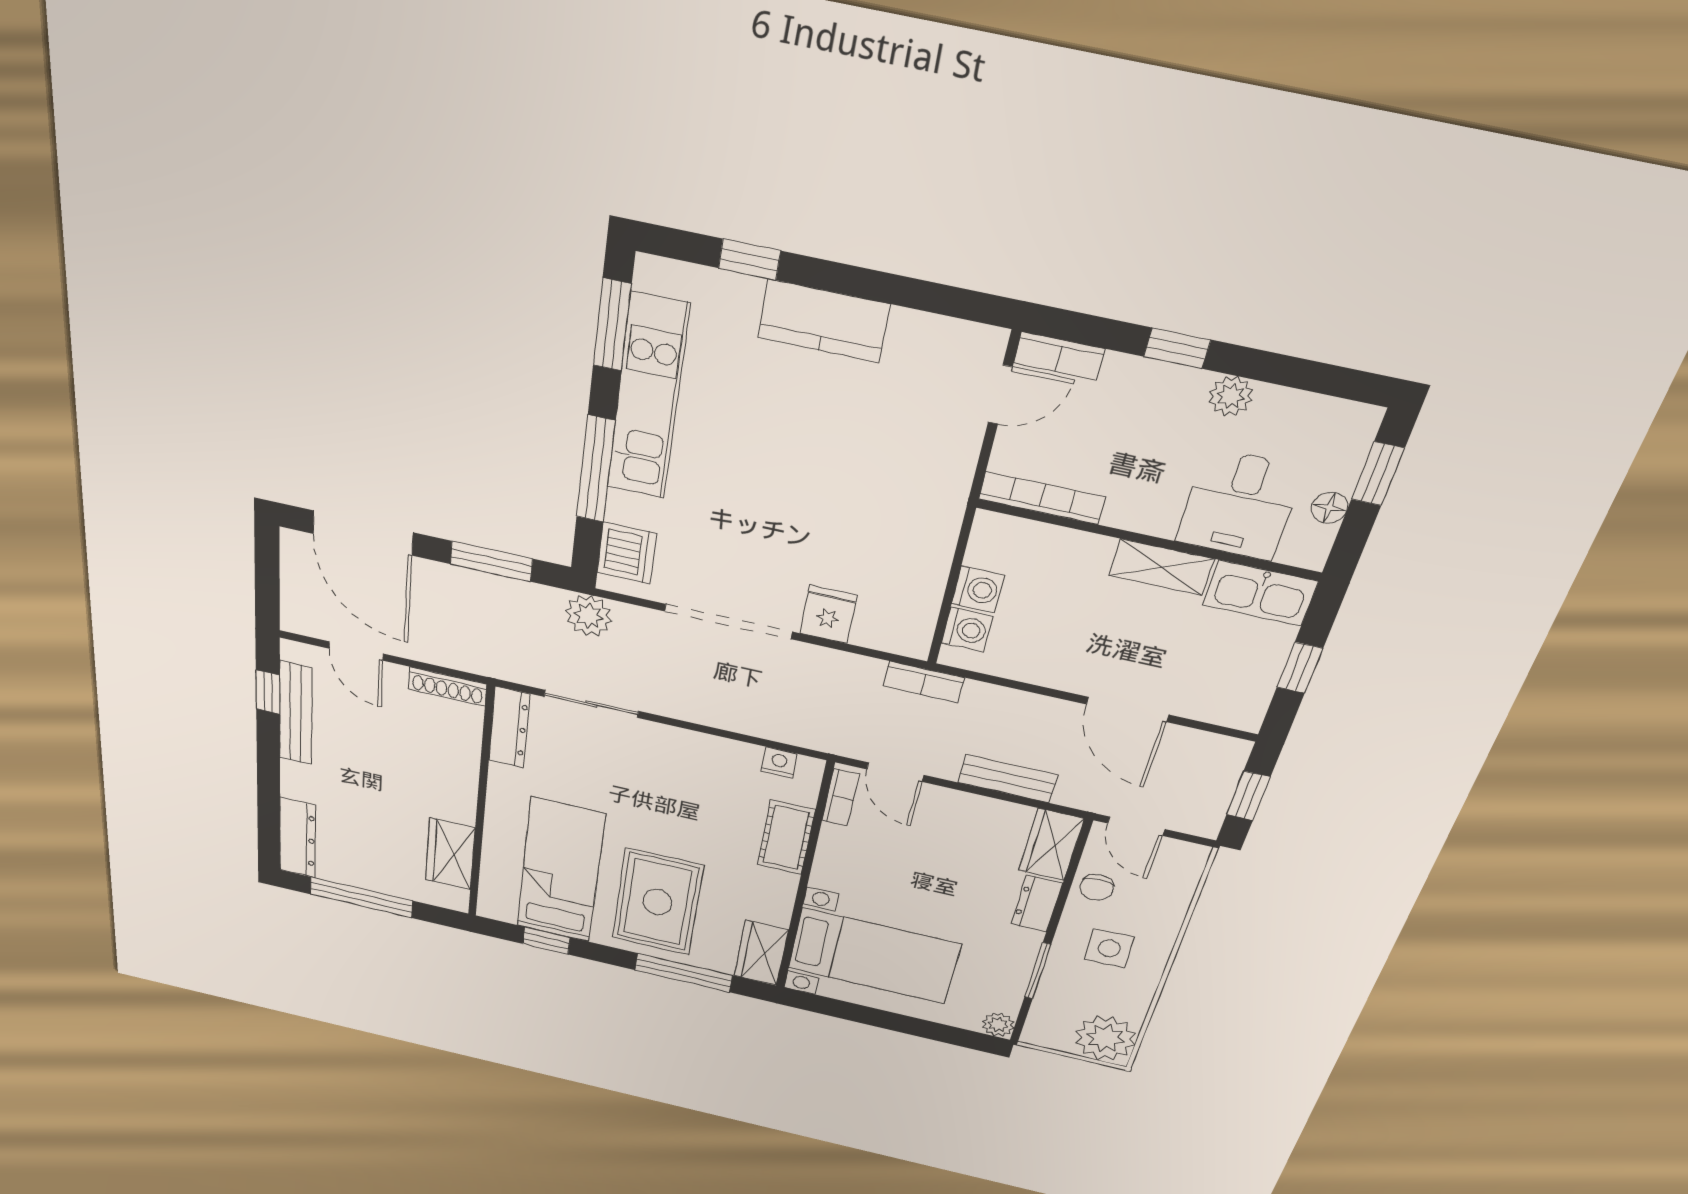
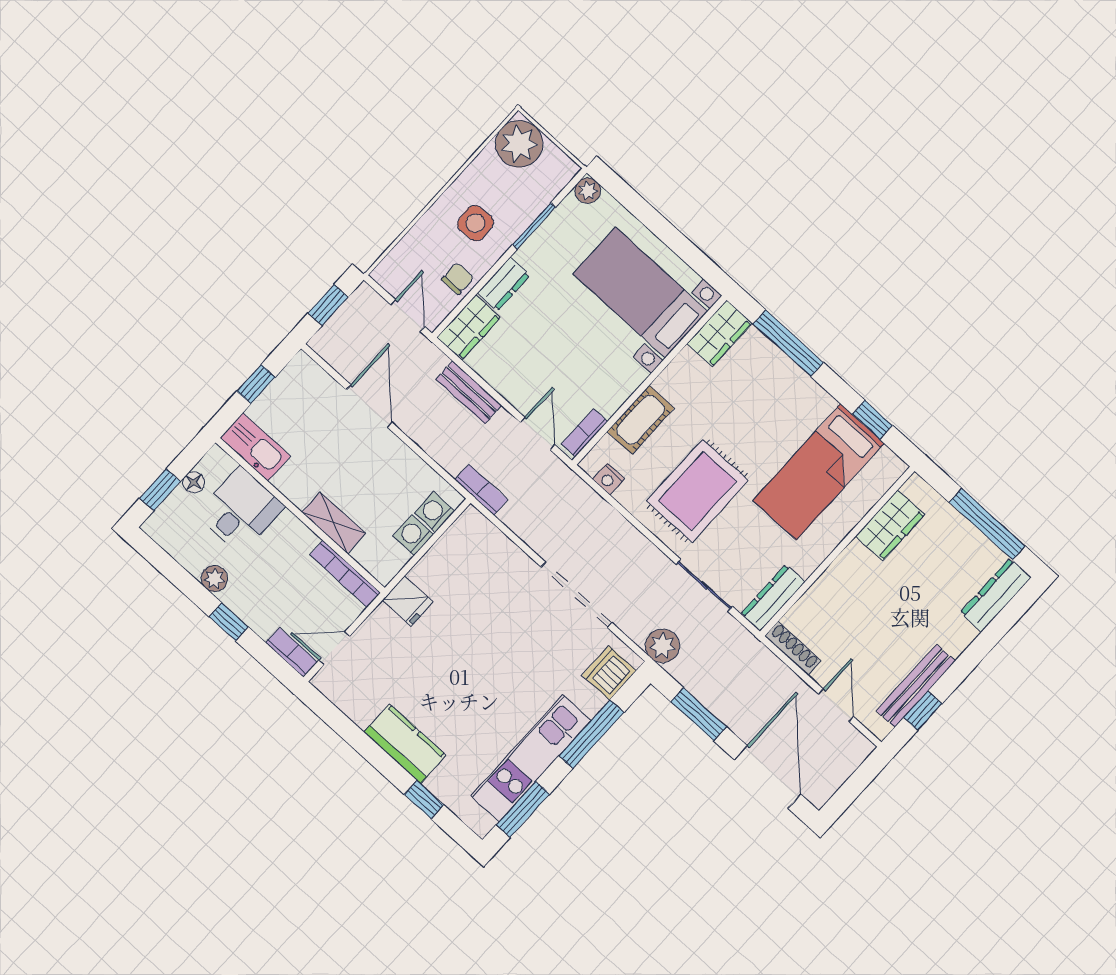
shelving: (1161, 567) -> (334, 523), moved
fridge: (828, 614) -> (408, 601), moved, turned -90
rug: (657, 902) -> (697, 491), moved

